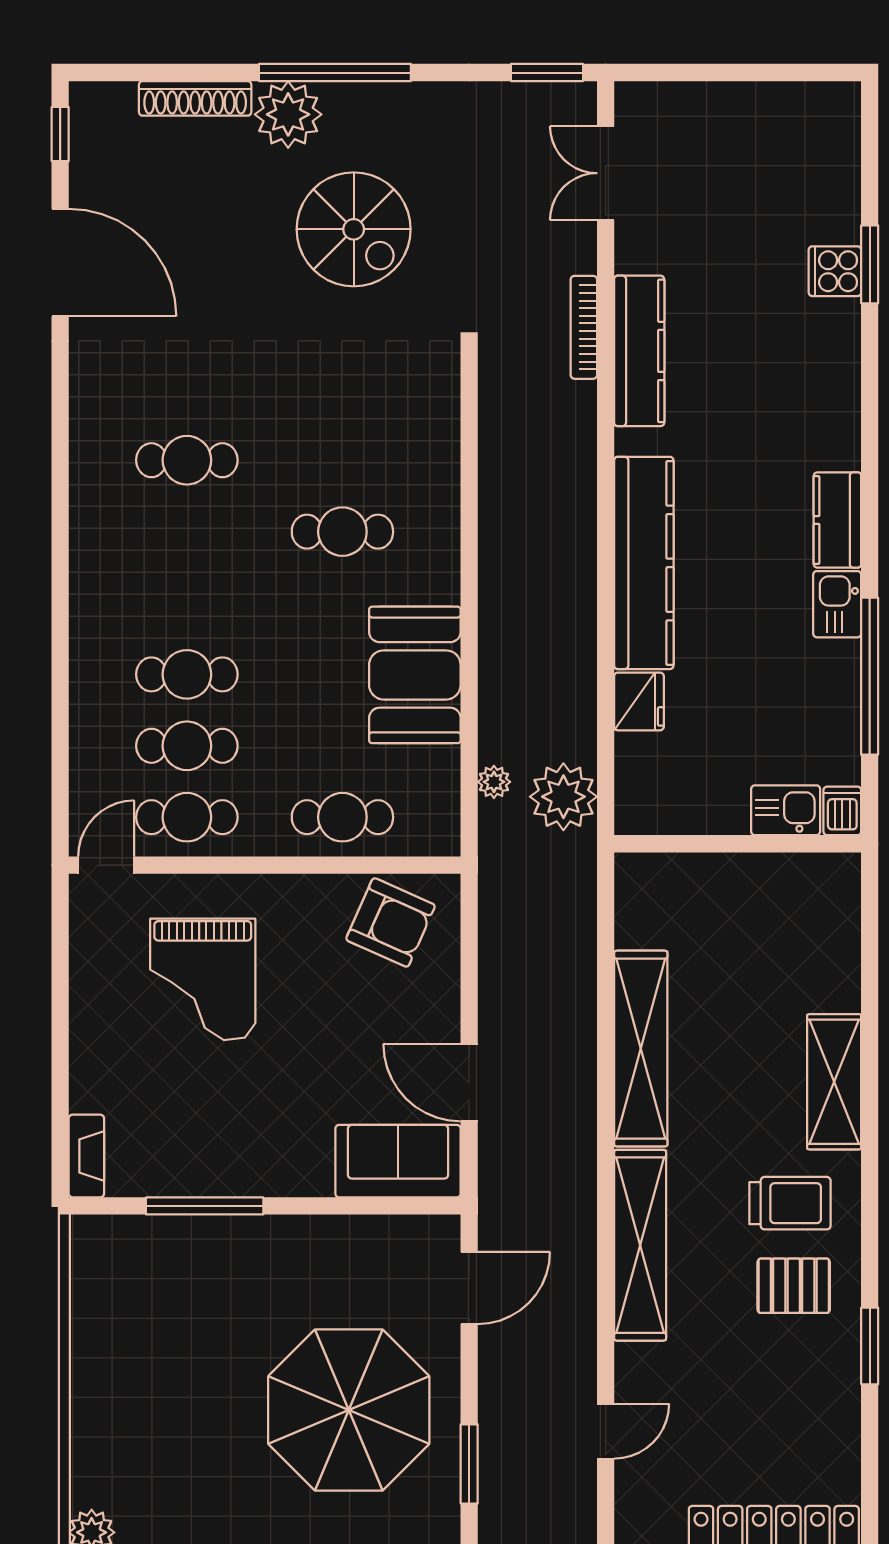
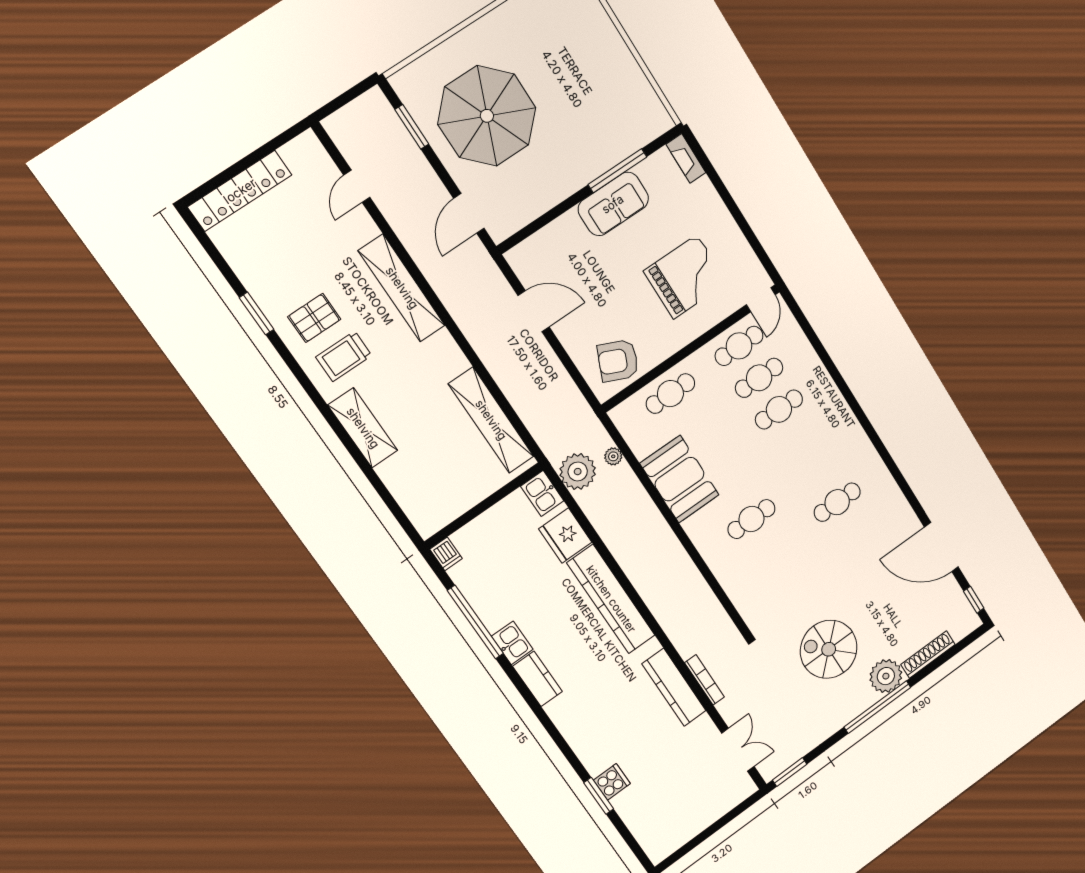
fridge: (639, 701) -> (565, 536), width x1.36, depth x1.34
kitchen sink: (786, 810) -> (542, 494), moved, turned 90
grand piano: (203, 979) -> (685, 277), turned 90
shelving: (641, 1049) -> (491, 420), moved
sofa: (398, 1161) -> (613, 204), moved

